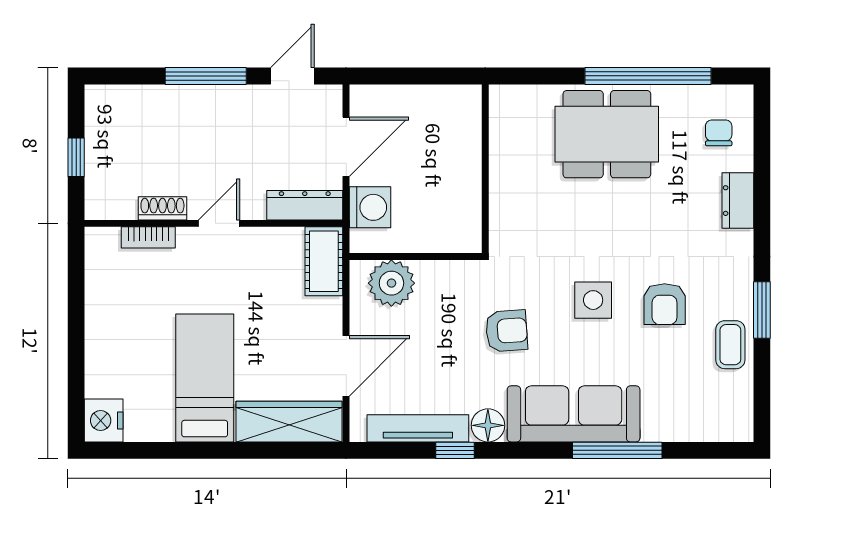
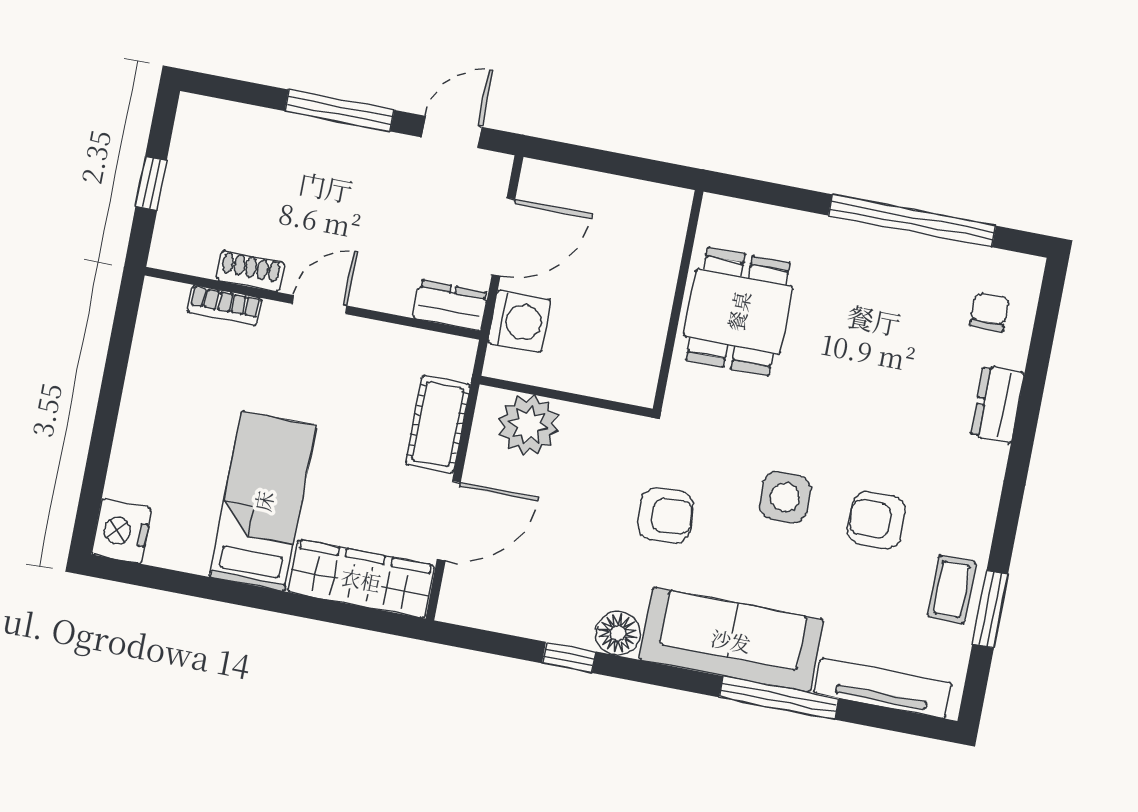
dining table: (607, 134) -> (738, 311), moved, width x0.73
dresser: (305, 205) -> (450, 305), width x0.70
cot: (324, 261) -> (438, 424), moved
armchair: (665, 304) -> (877, 520), turned 90
window: (762, 310) -> (990, 609), moved
tv unit: (418, 428) -> (883, 688), moved

